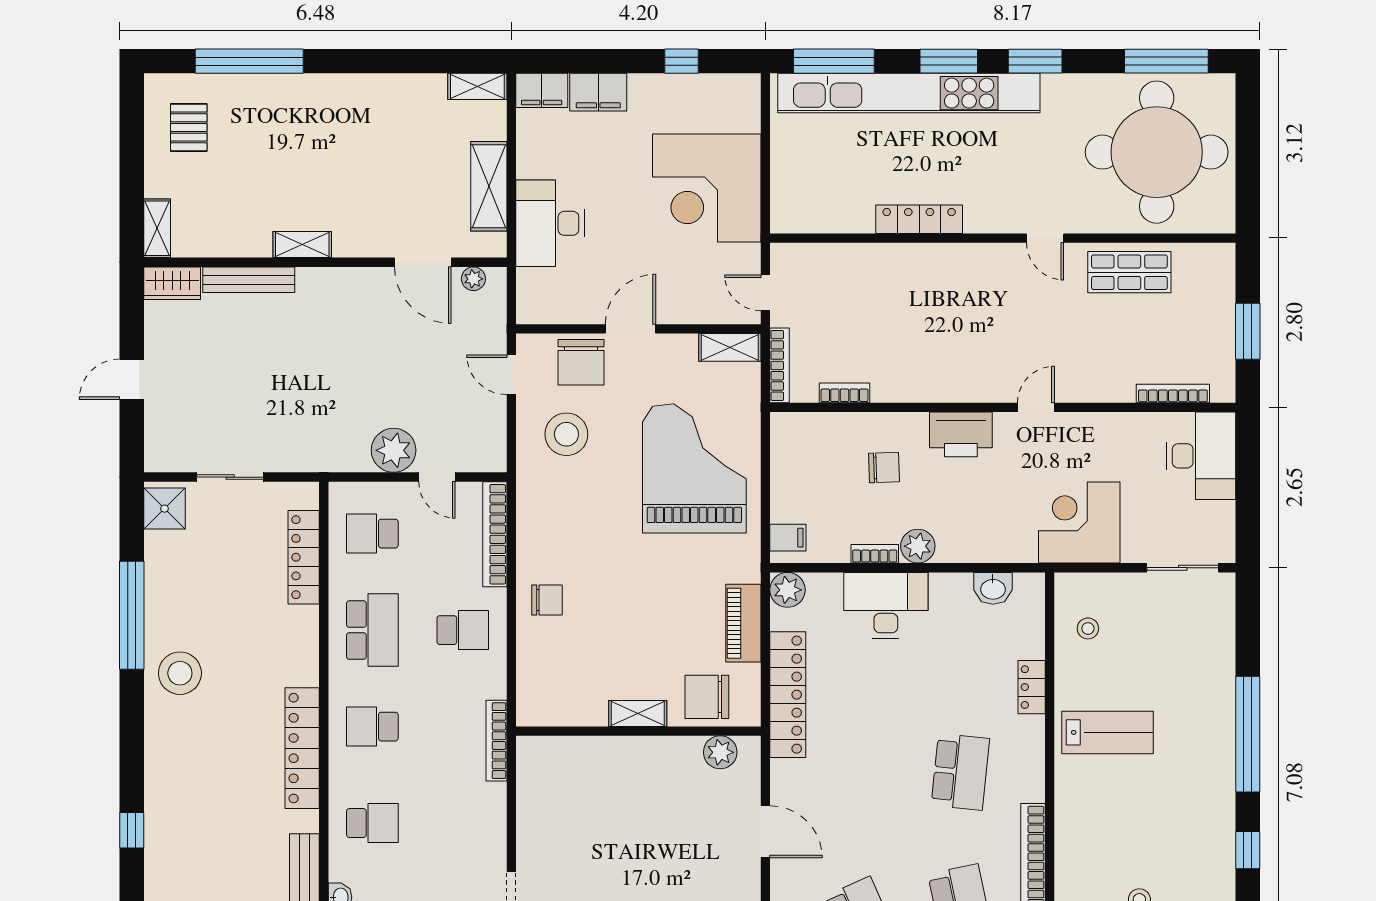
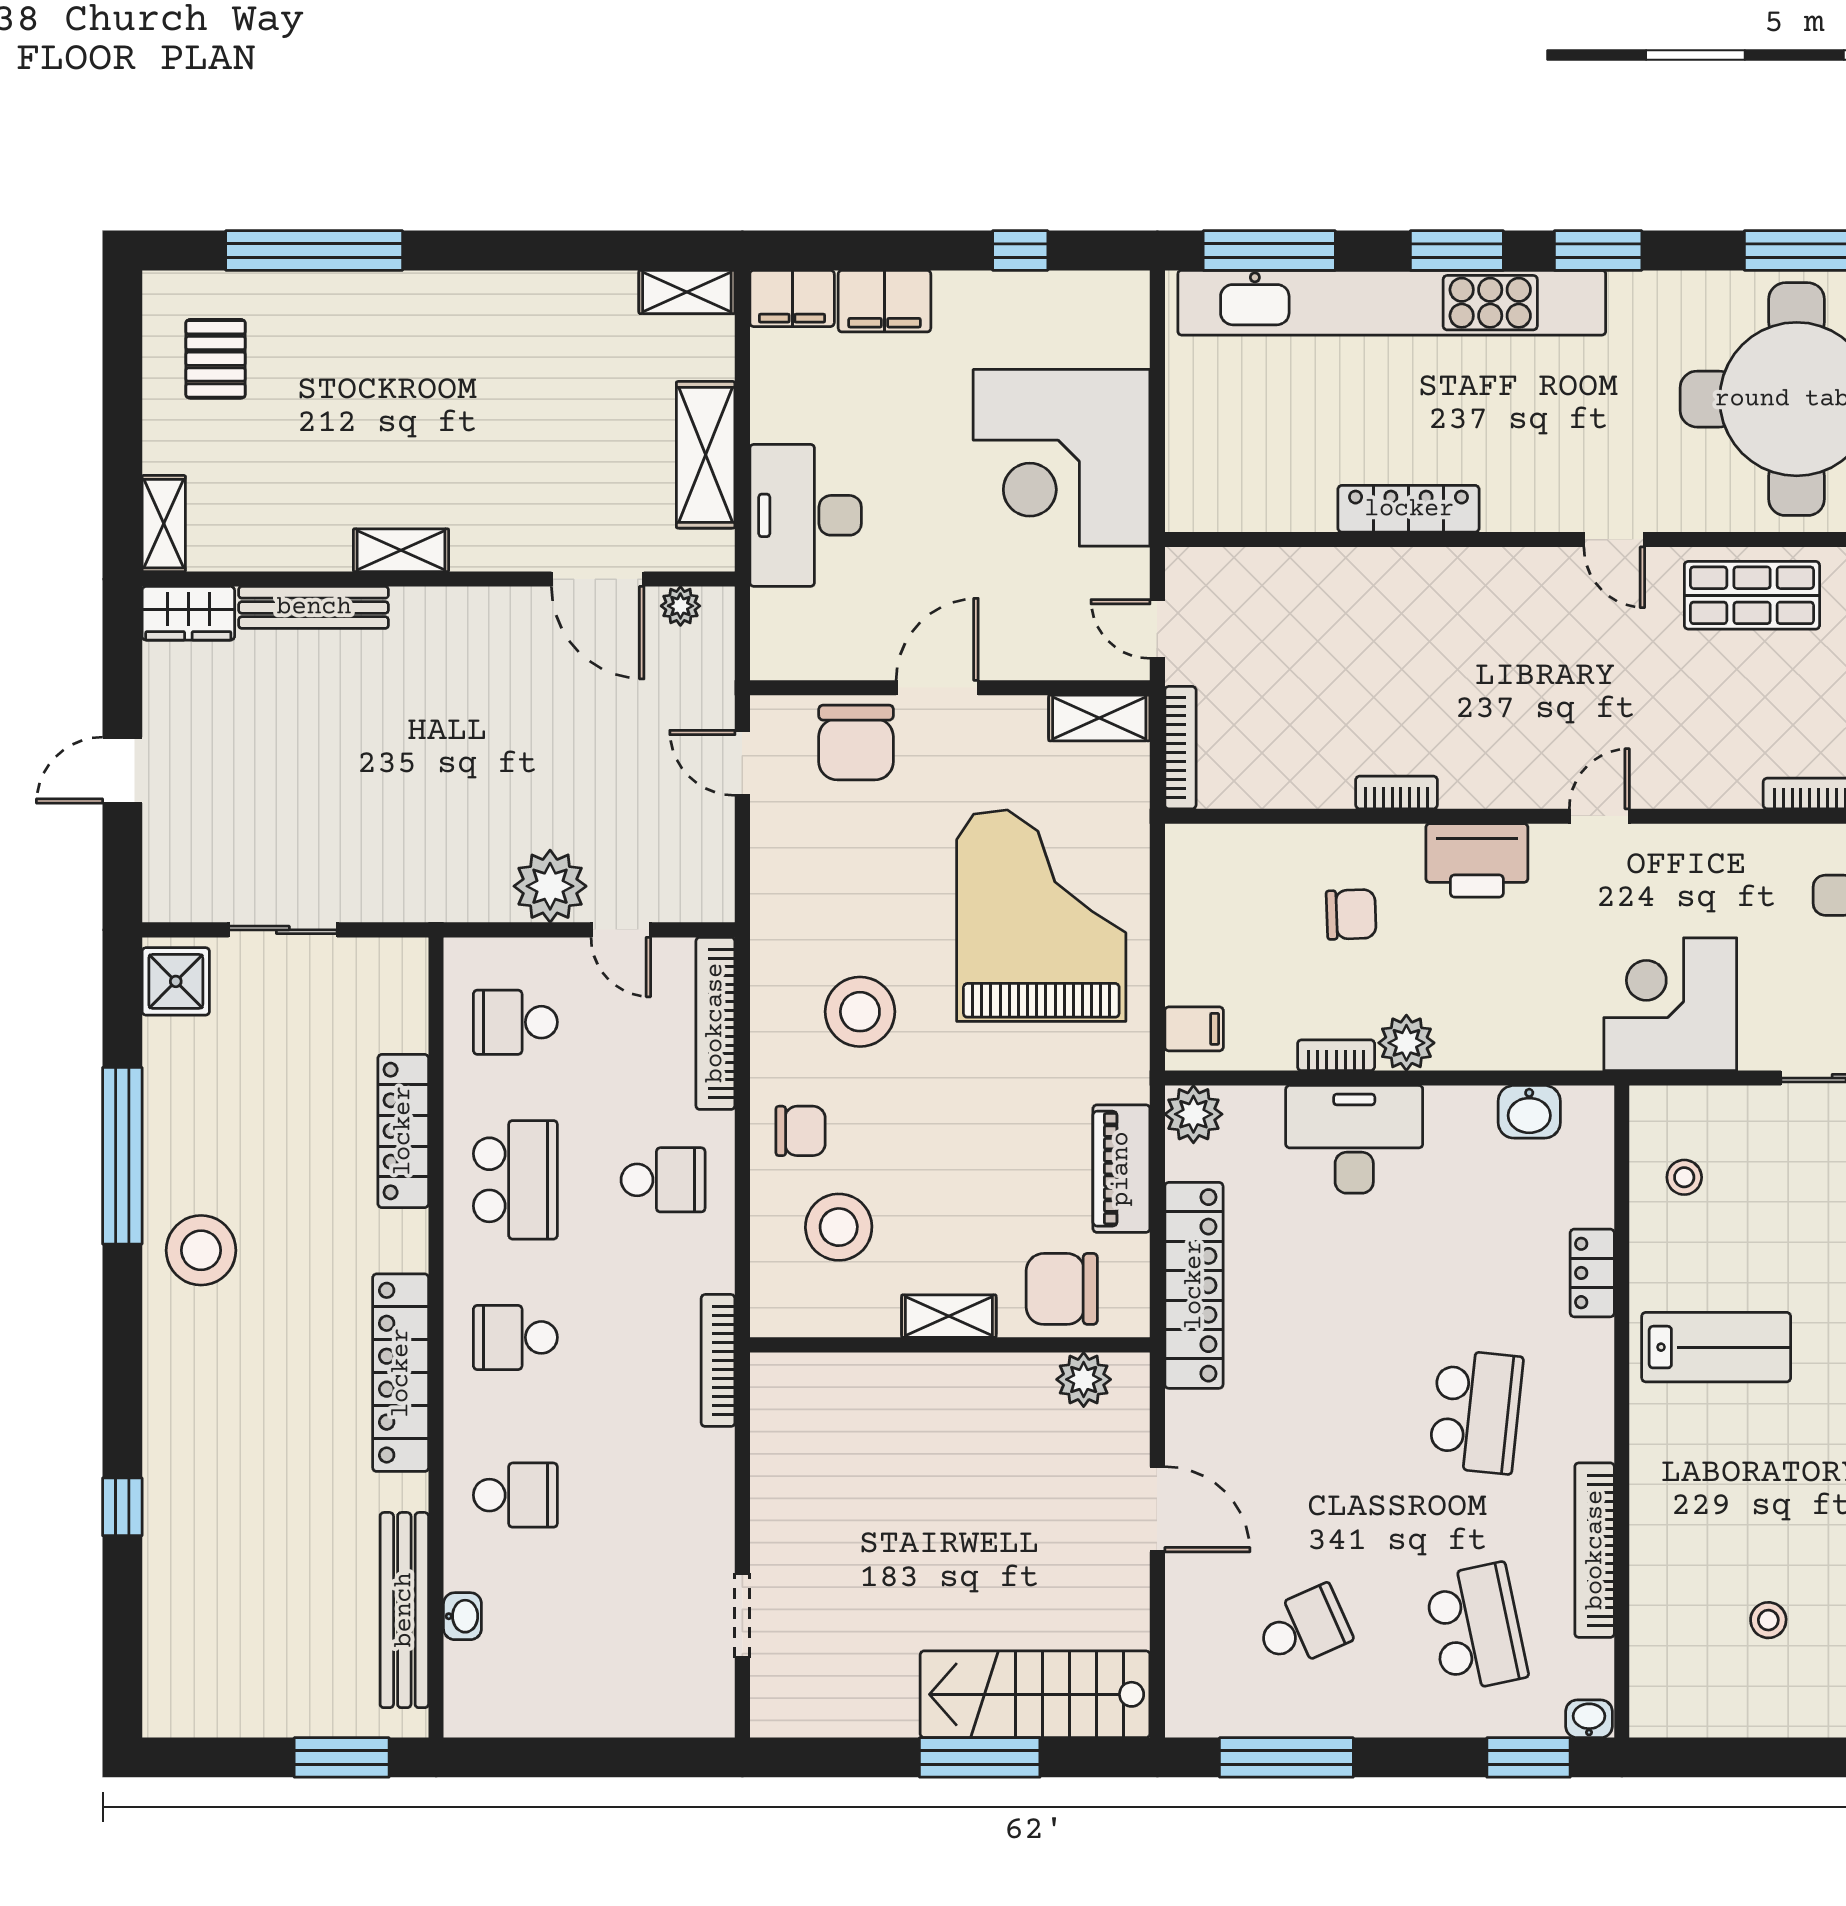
bookcase: (844, 393) -> (1397, 792), moved
stool: (566, 434) -> (860, 1012), moved
locker: (304, 557) -> (403, 1131), moved
stool: (570, 659) -> (839, 1227), added

